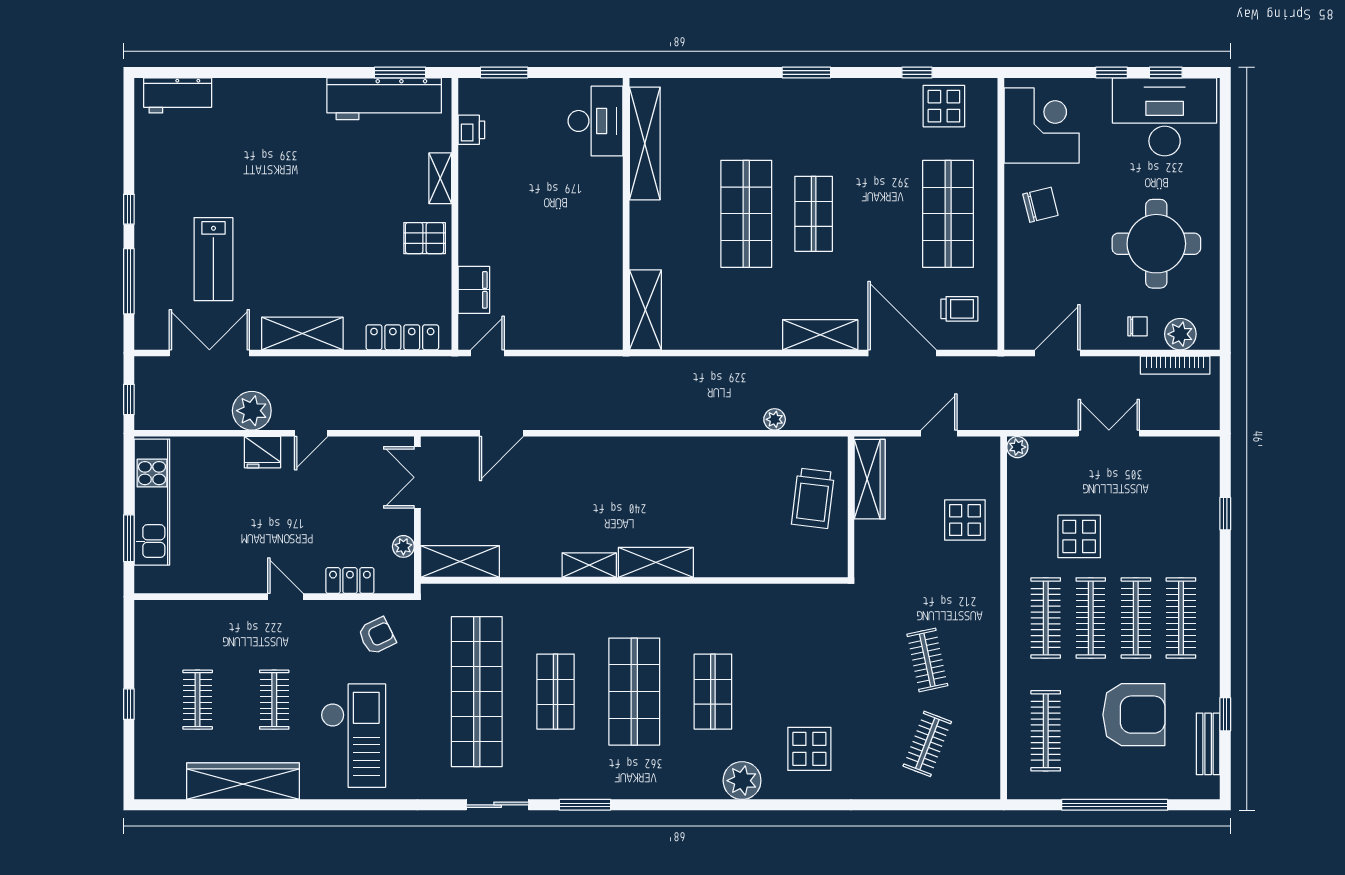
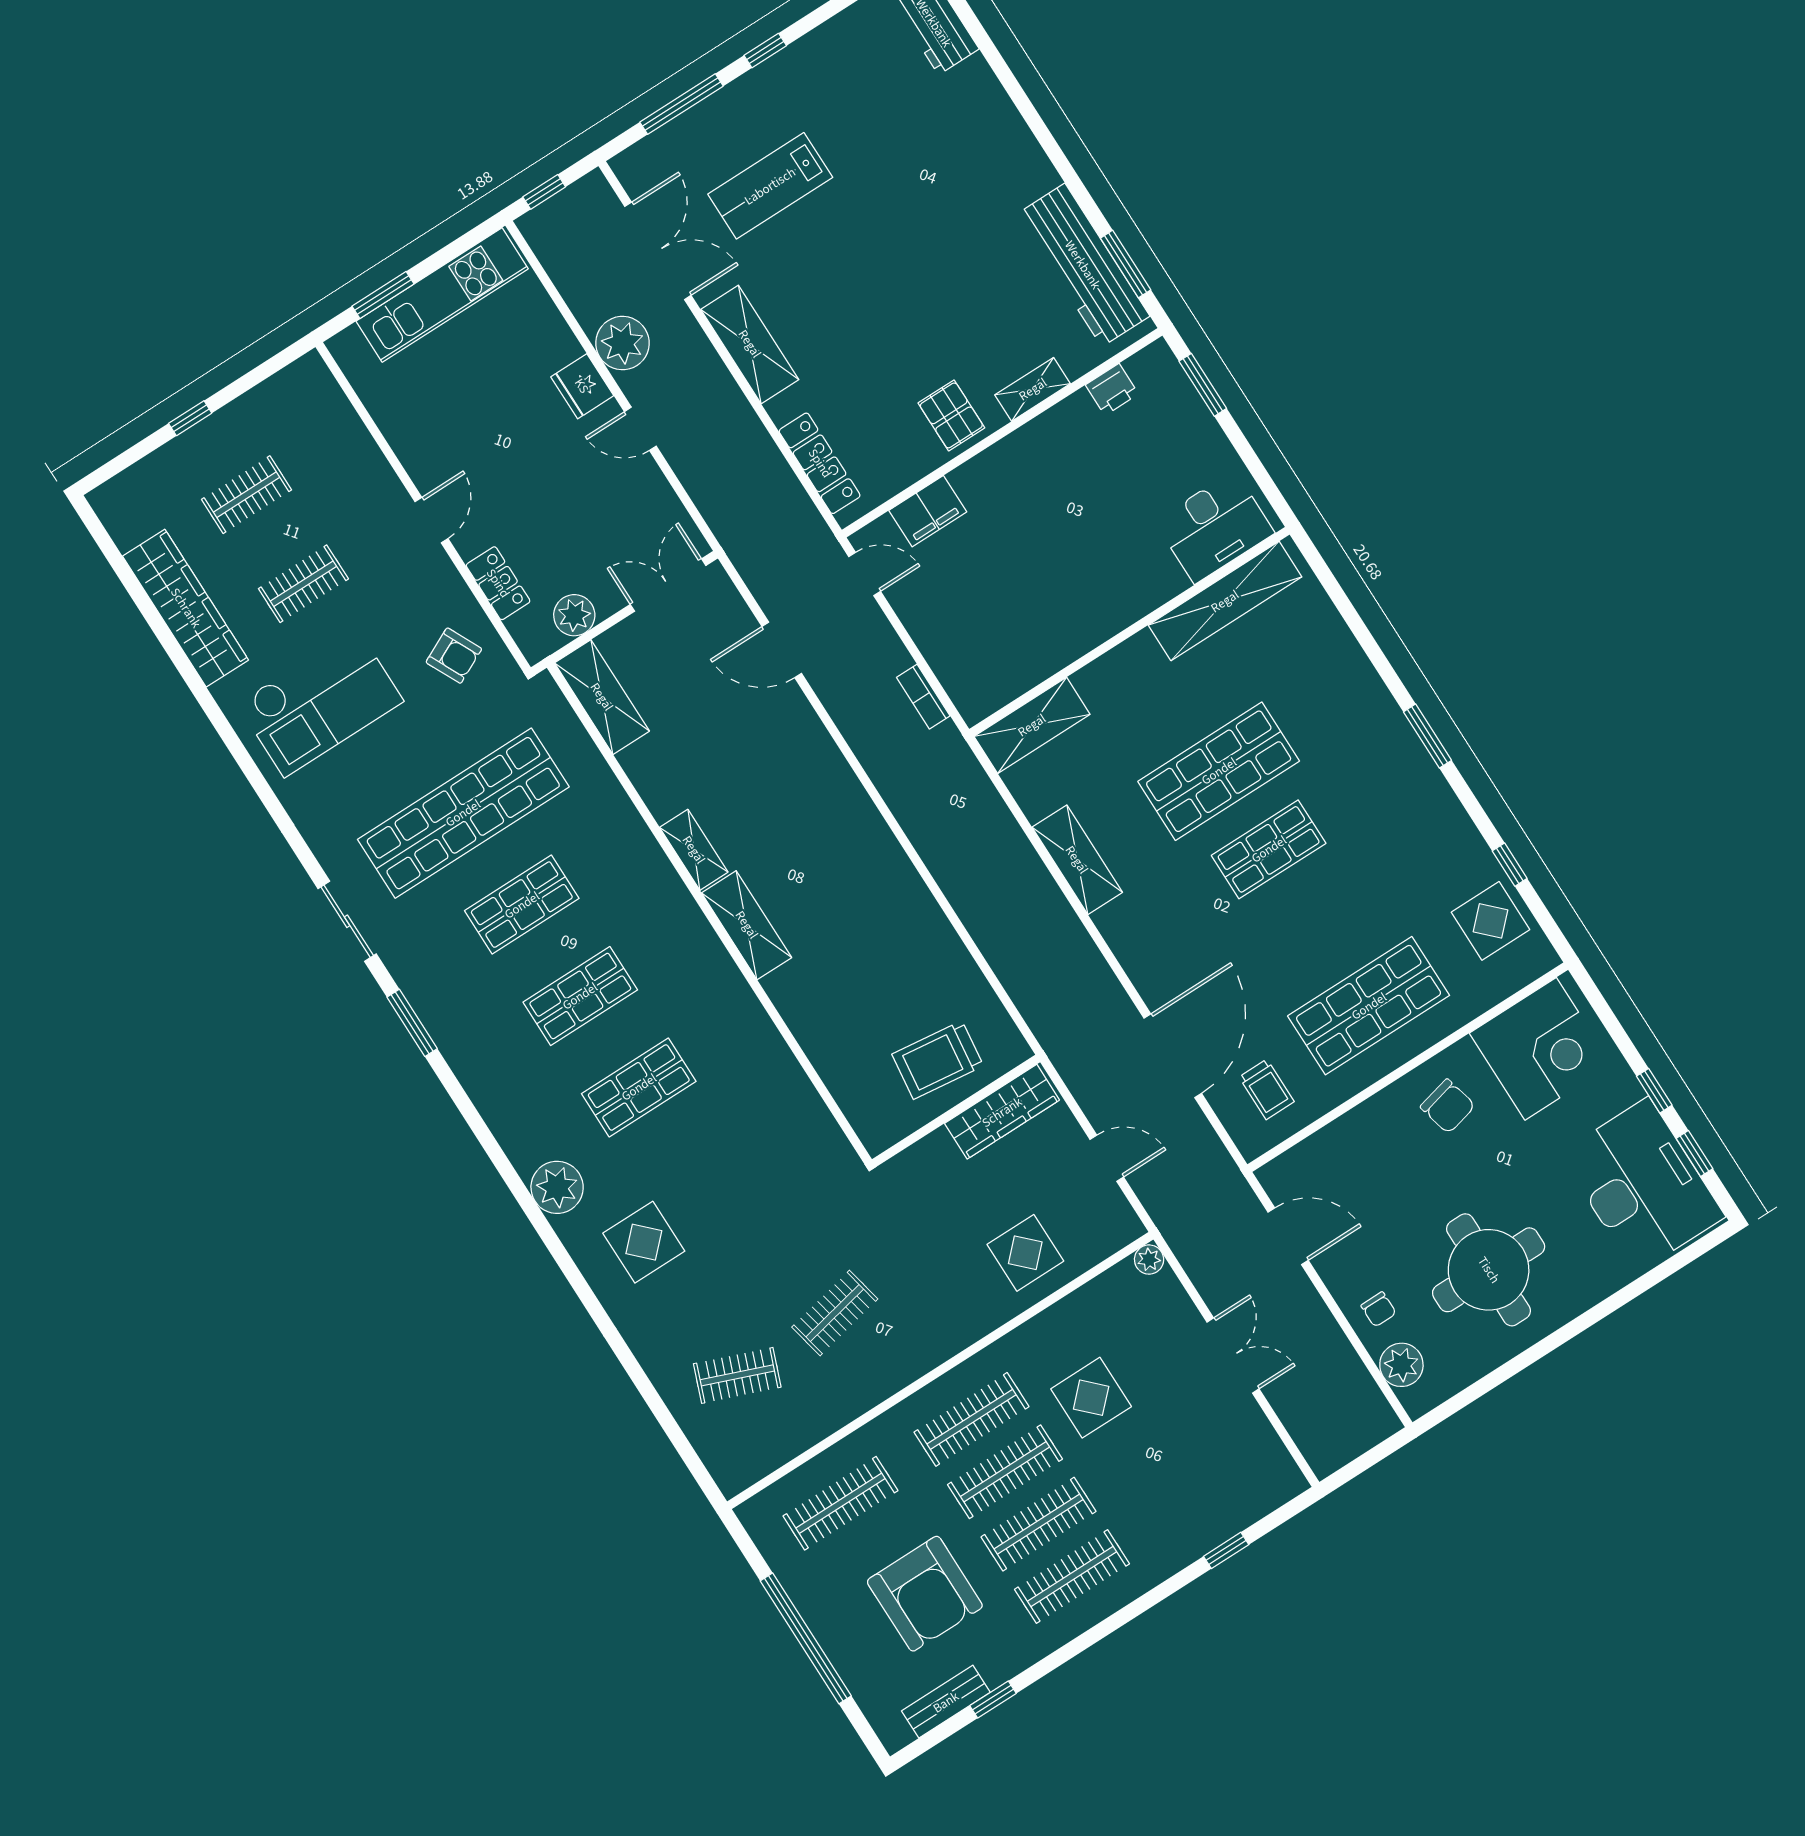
shelving: (820, 335) -> (1077, 860), moved
bookcase: (1175, 365) -> (923, 697), moved, width x0.64
plant: (775, 419) -> (1001, 957), removed
plant: (403, 546) -> (574, 615), width x1.38, depth x1.38
shop shelf: (634, 692) -> (580, 996), width x0.70, depth x0.74

